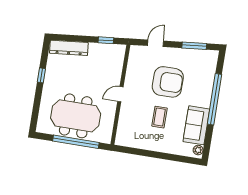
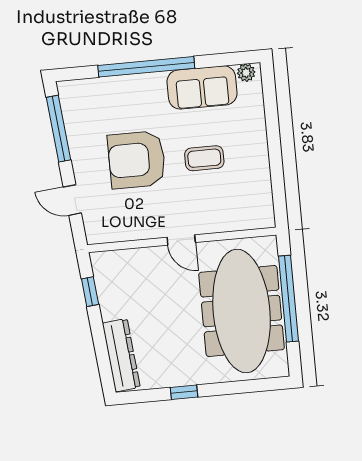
window: (194, 46) -> (58, 129), width x1.44
armchair: (168, 82) -> (137, 160), turned -90
meeting table: (76, 116) -> (242, 311), width x1.36

